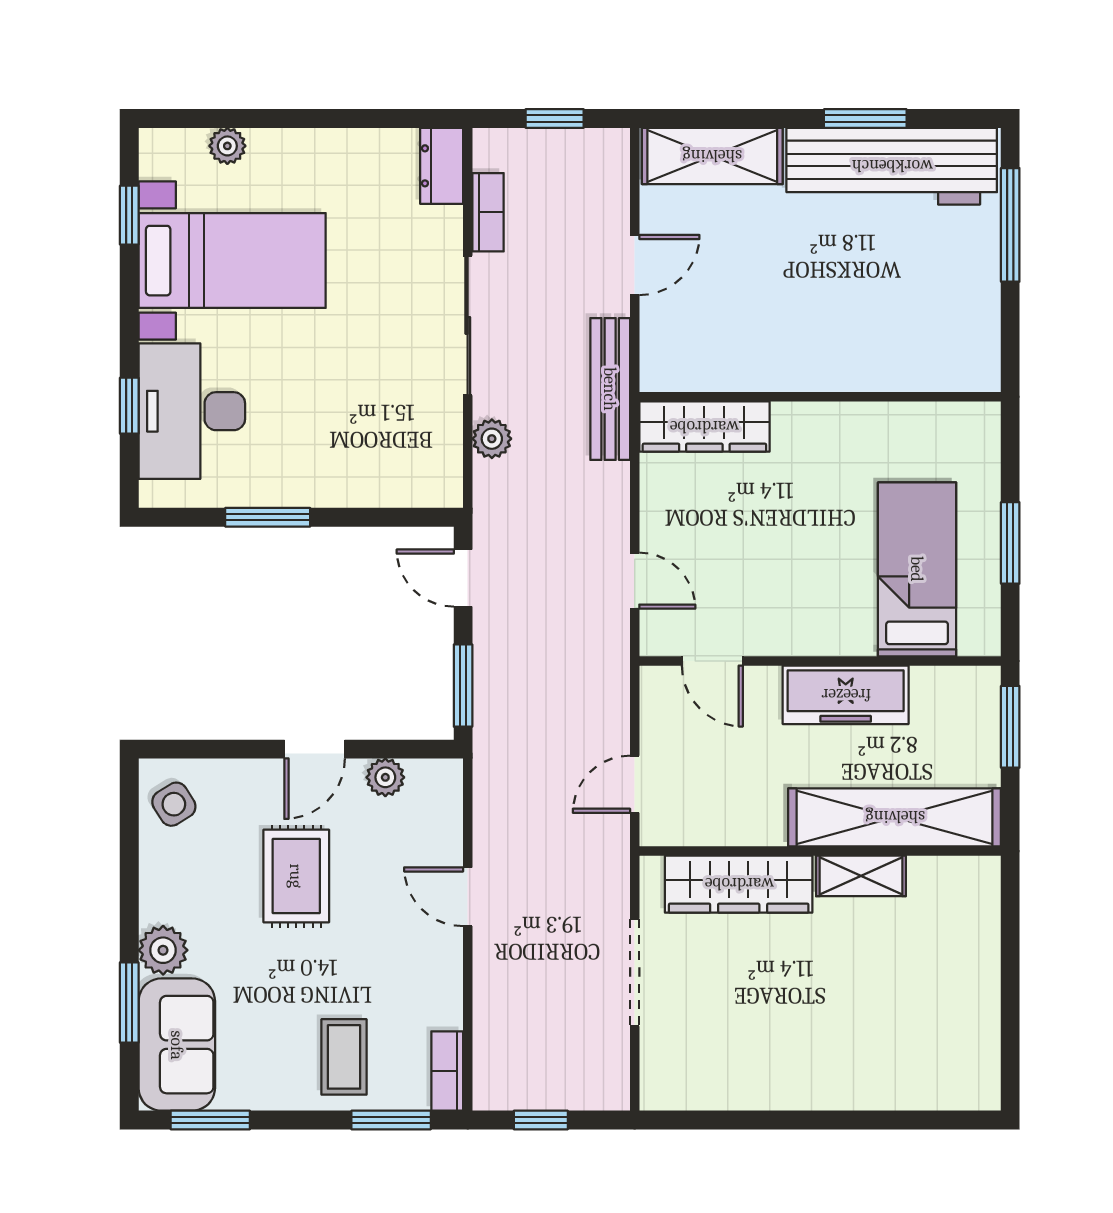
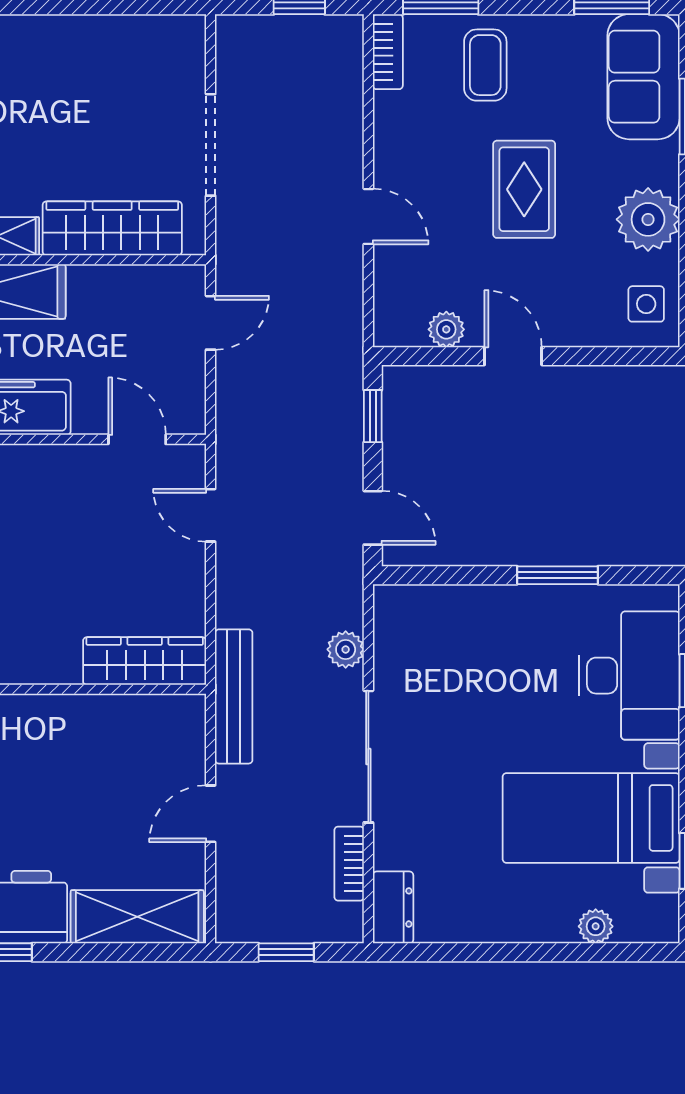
window: (463, 686) -> (373, 416), width x0.67
door: (315, 749) -> (513, 356), hinge flipped
side table: (174, 804) -> (646, 304), turned 32
rug: (296, 876) -> (524, 189), moved
plant: (163, 950) -> (648, 219), moved, width x1.36, depth x1.36

